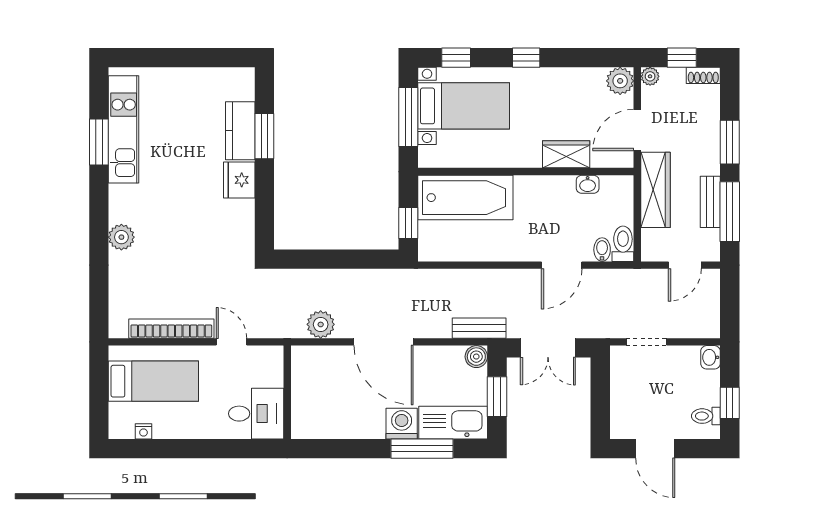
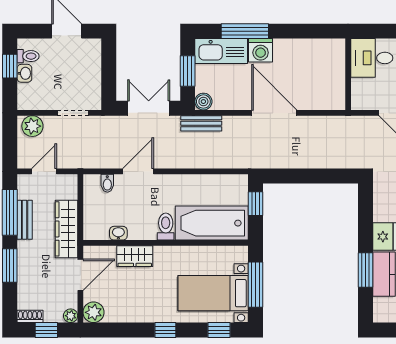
toilet: (623, 244) -> (166, 227), moved, turned 180
plant: (321, 324) -> (32, 126), moved
washbasin: (710, 357) -> (24, 73), moved

